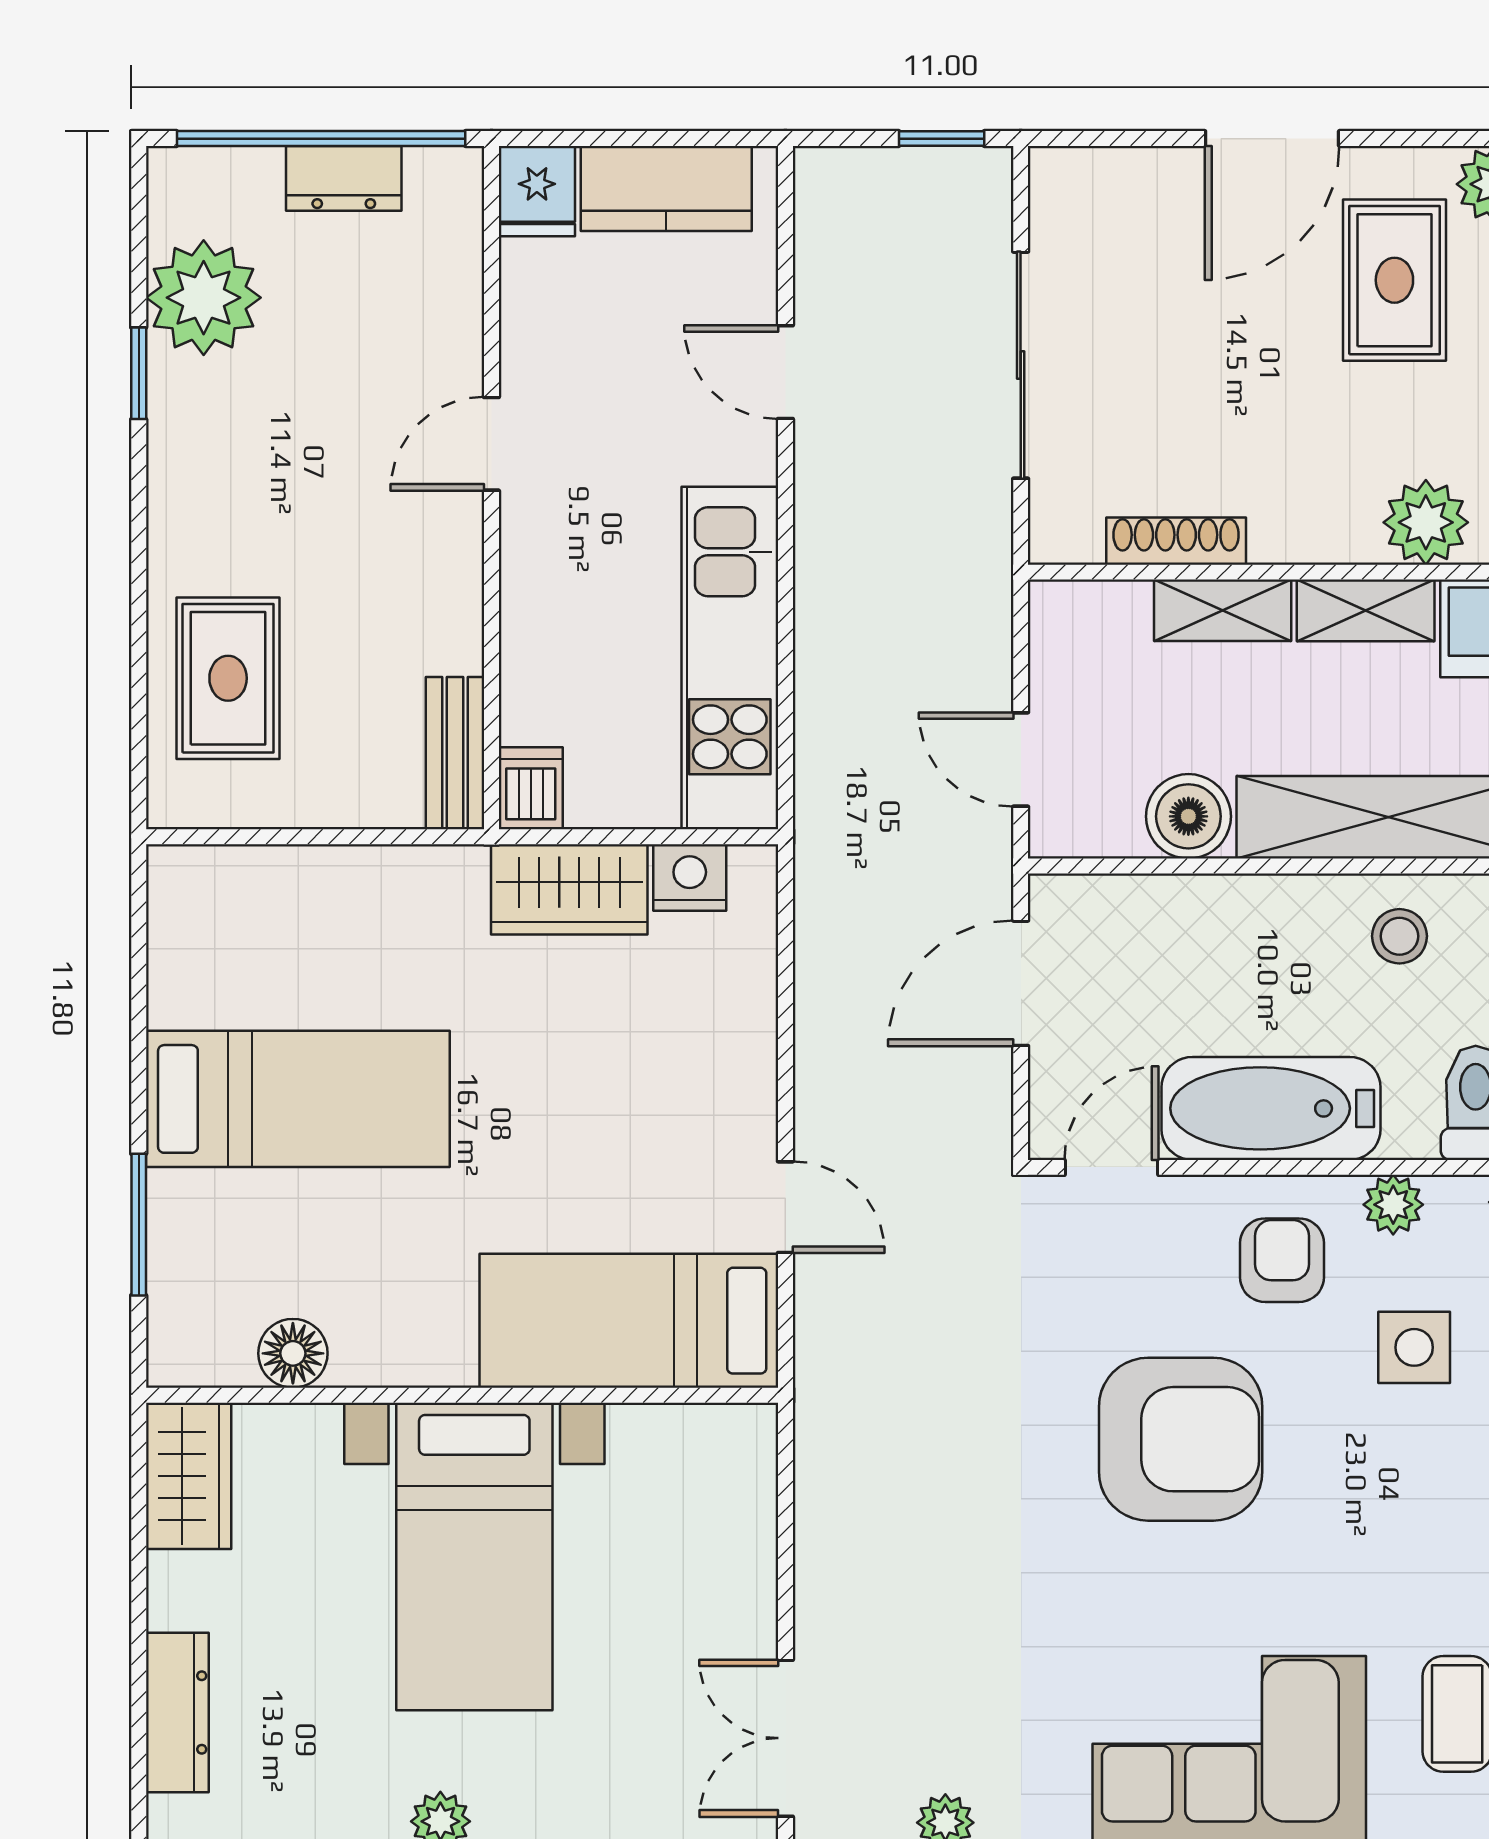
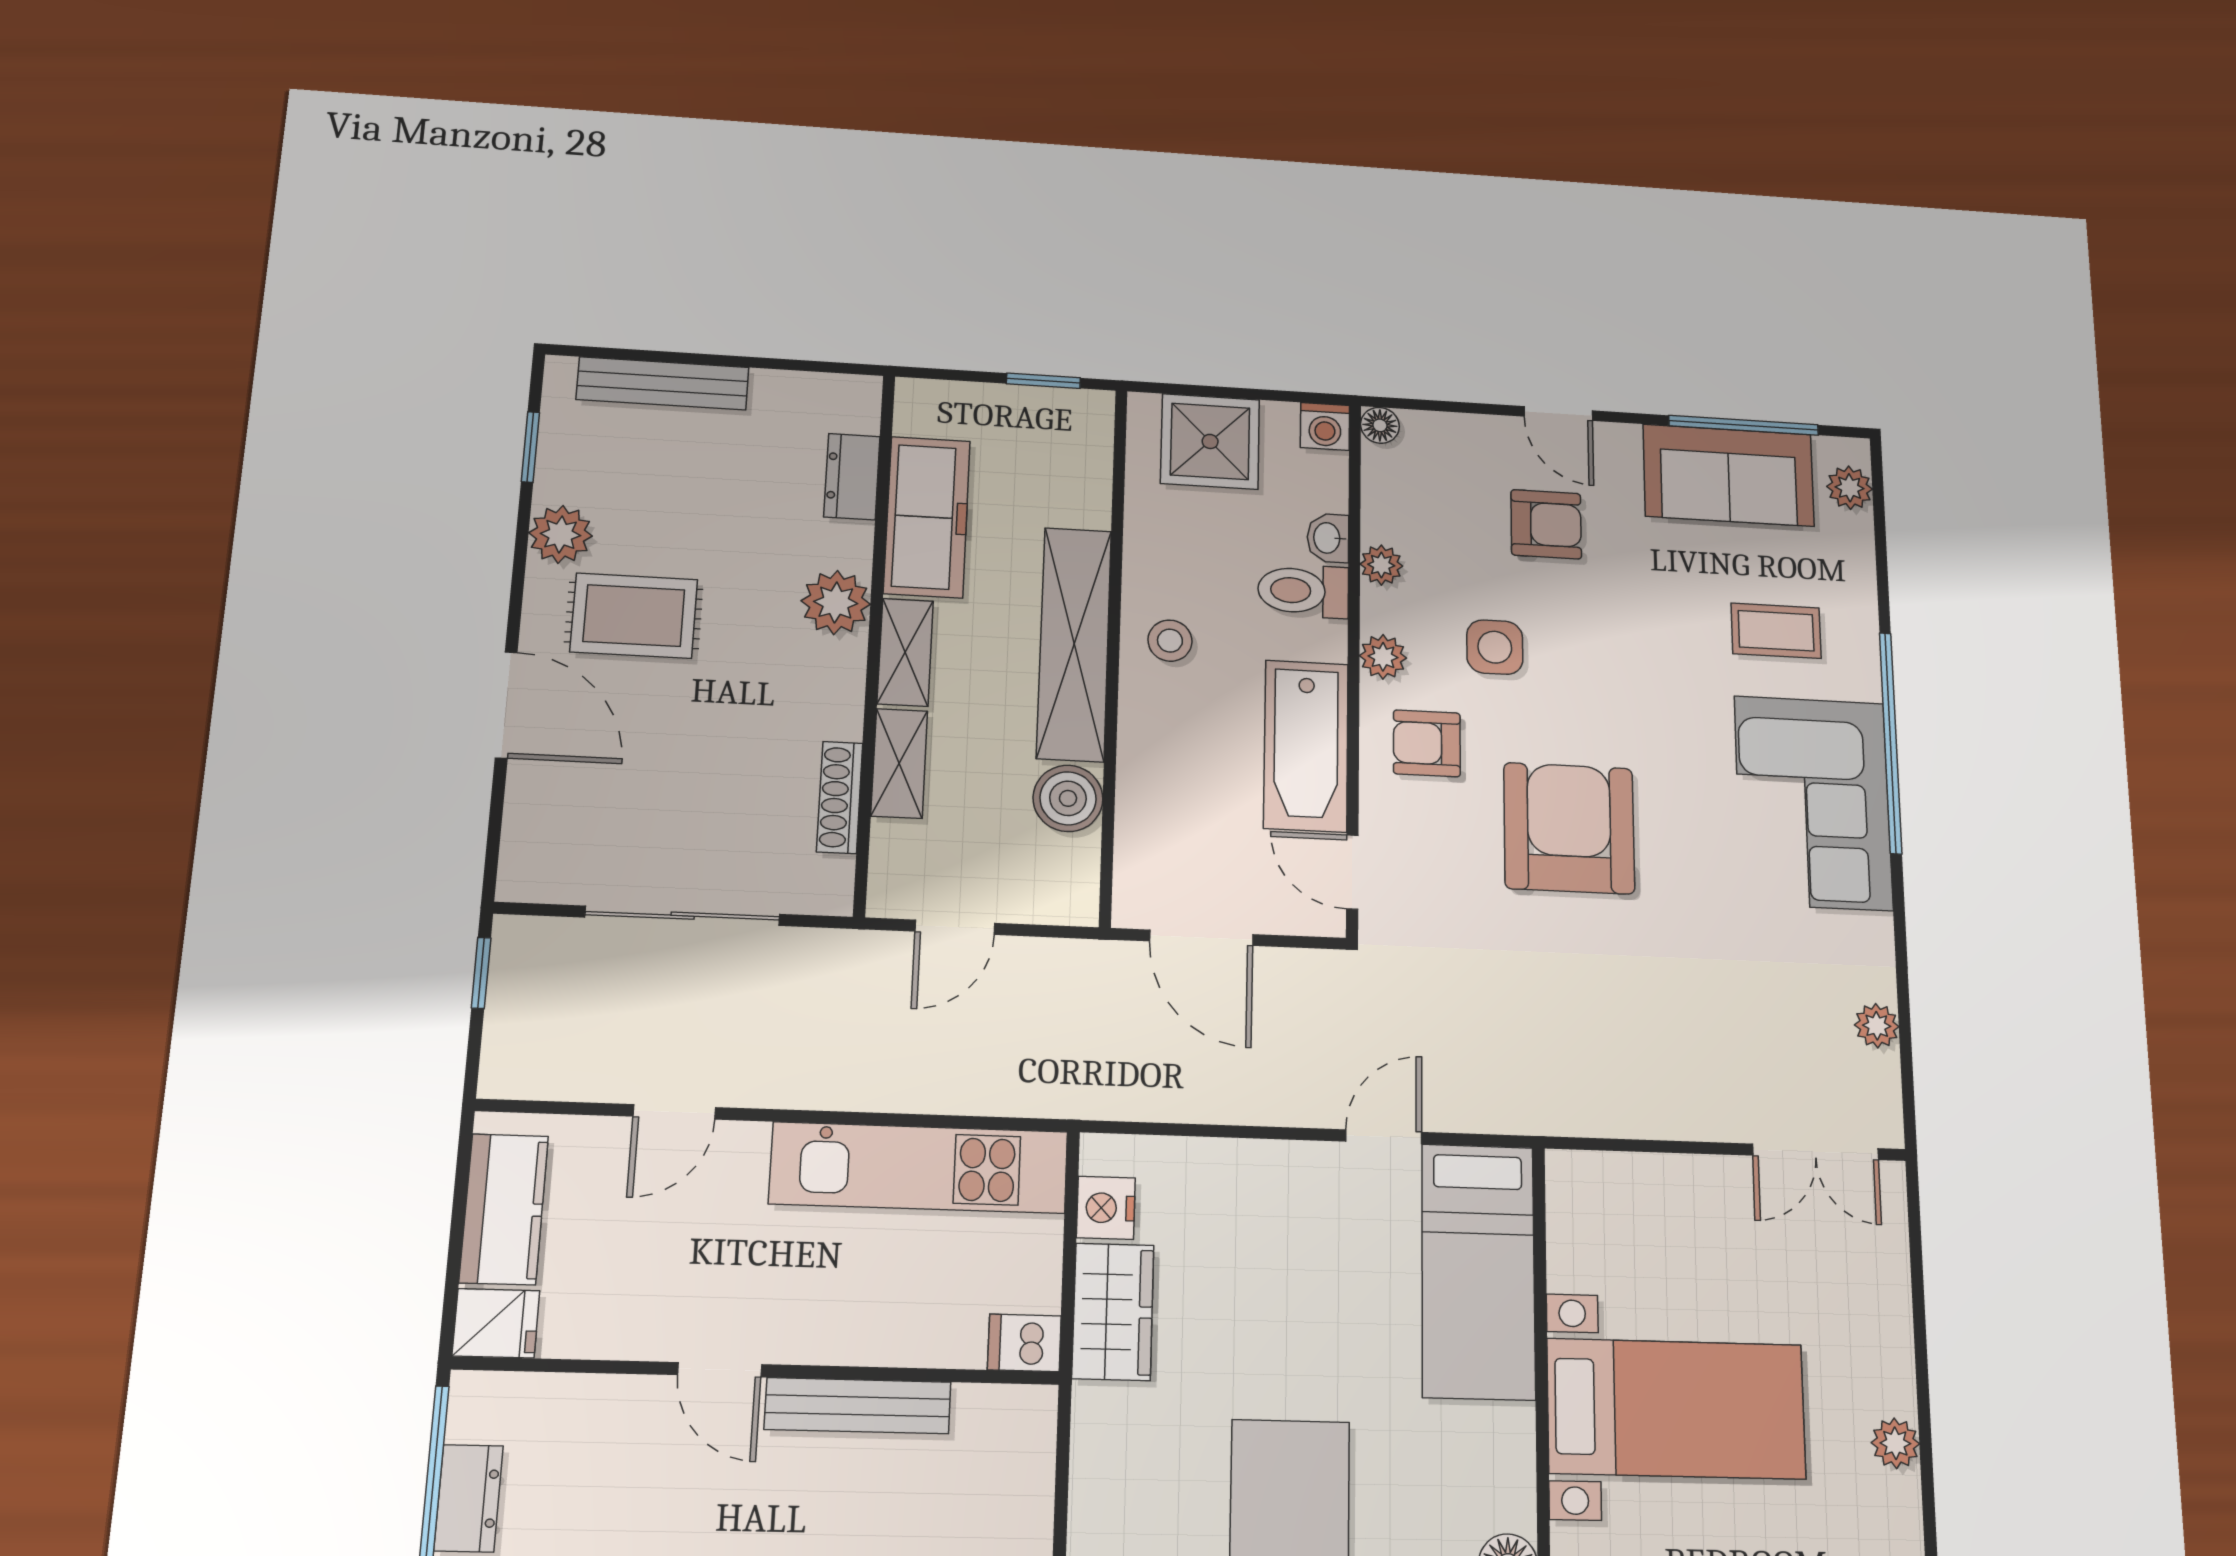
bench: (455, 753) -> (858, 1406), moved, width x1.36
door: (1021, 760) -> (955, 927), moved

